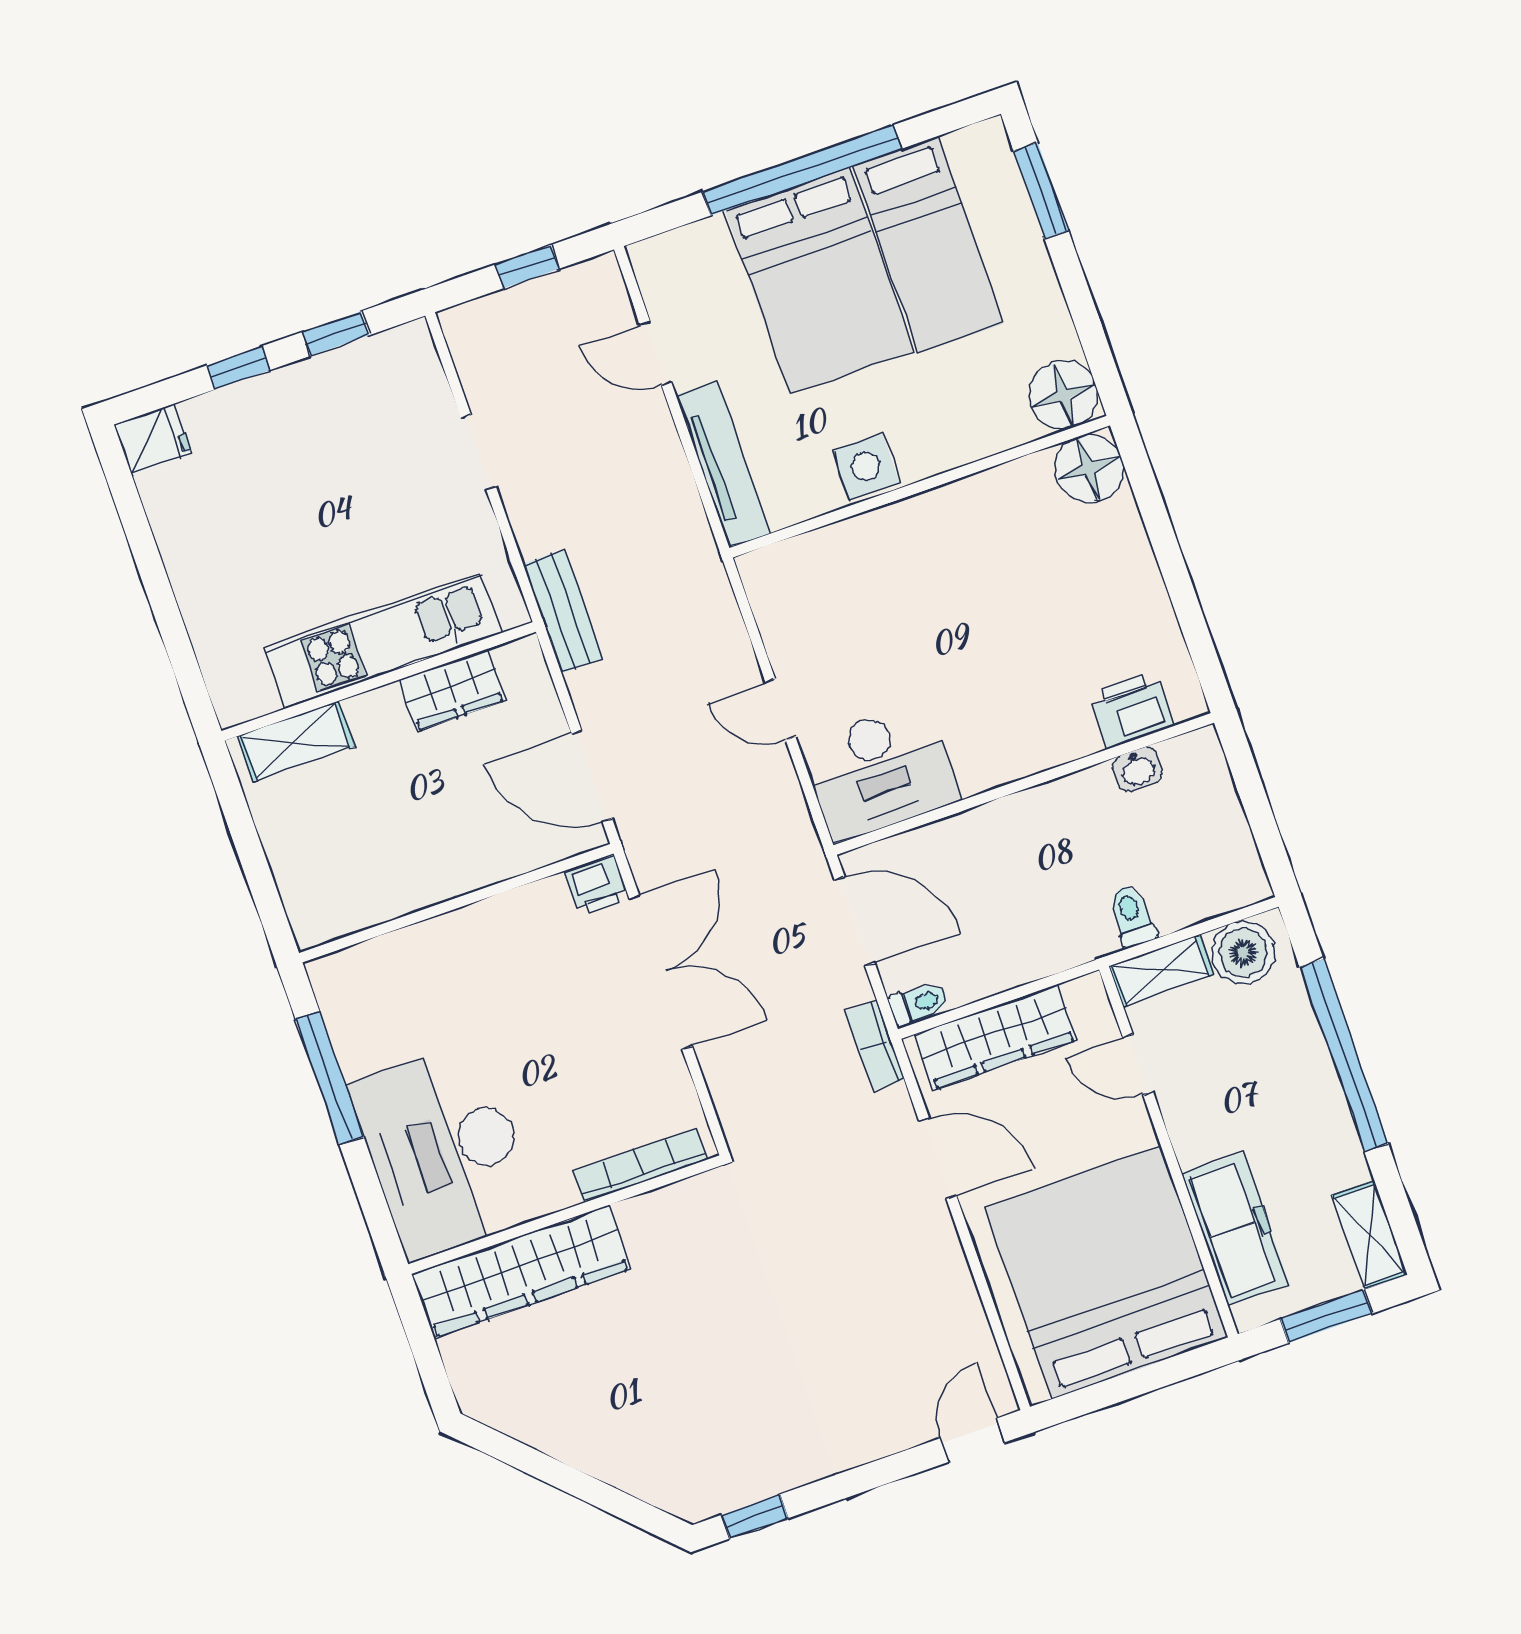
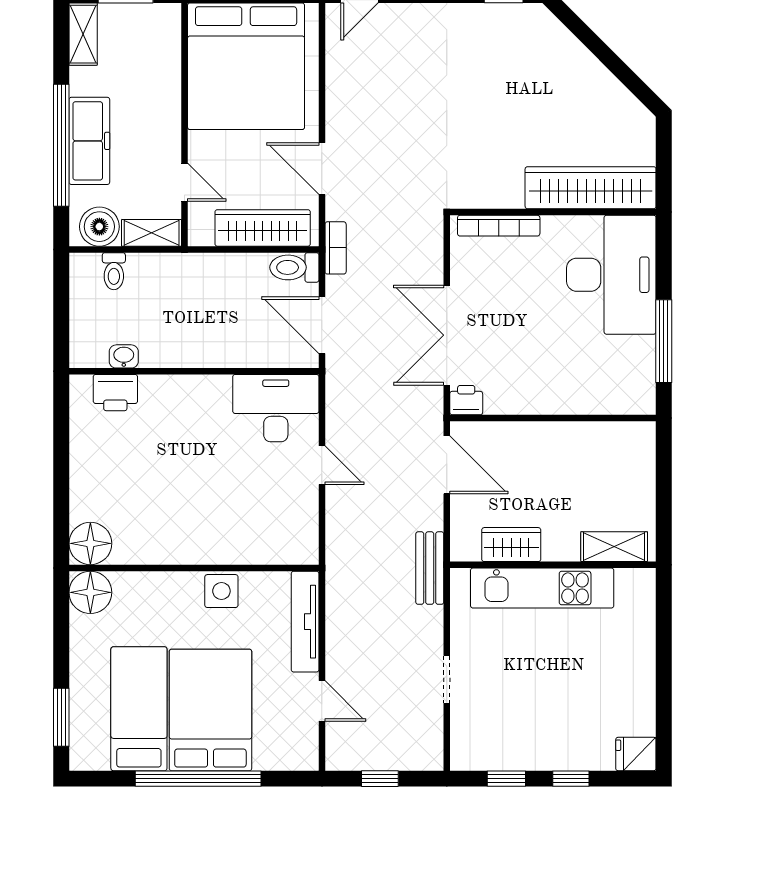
toilet: (1132, 916) -> (114, 271), moved
toilet: (919, 1004) -> (294, 267), width x1.37, depth x1.39
freezer: (1235, 1229) -> (89, 141), moved, turned 180

